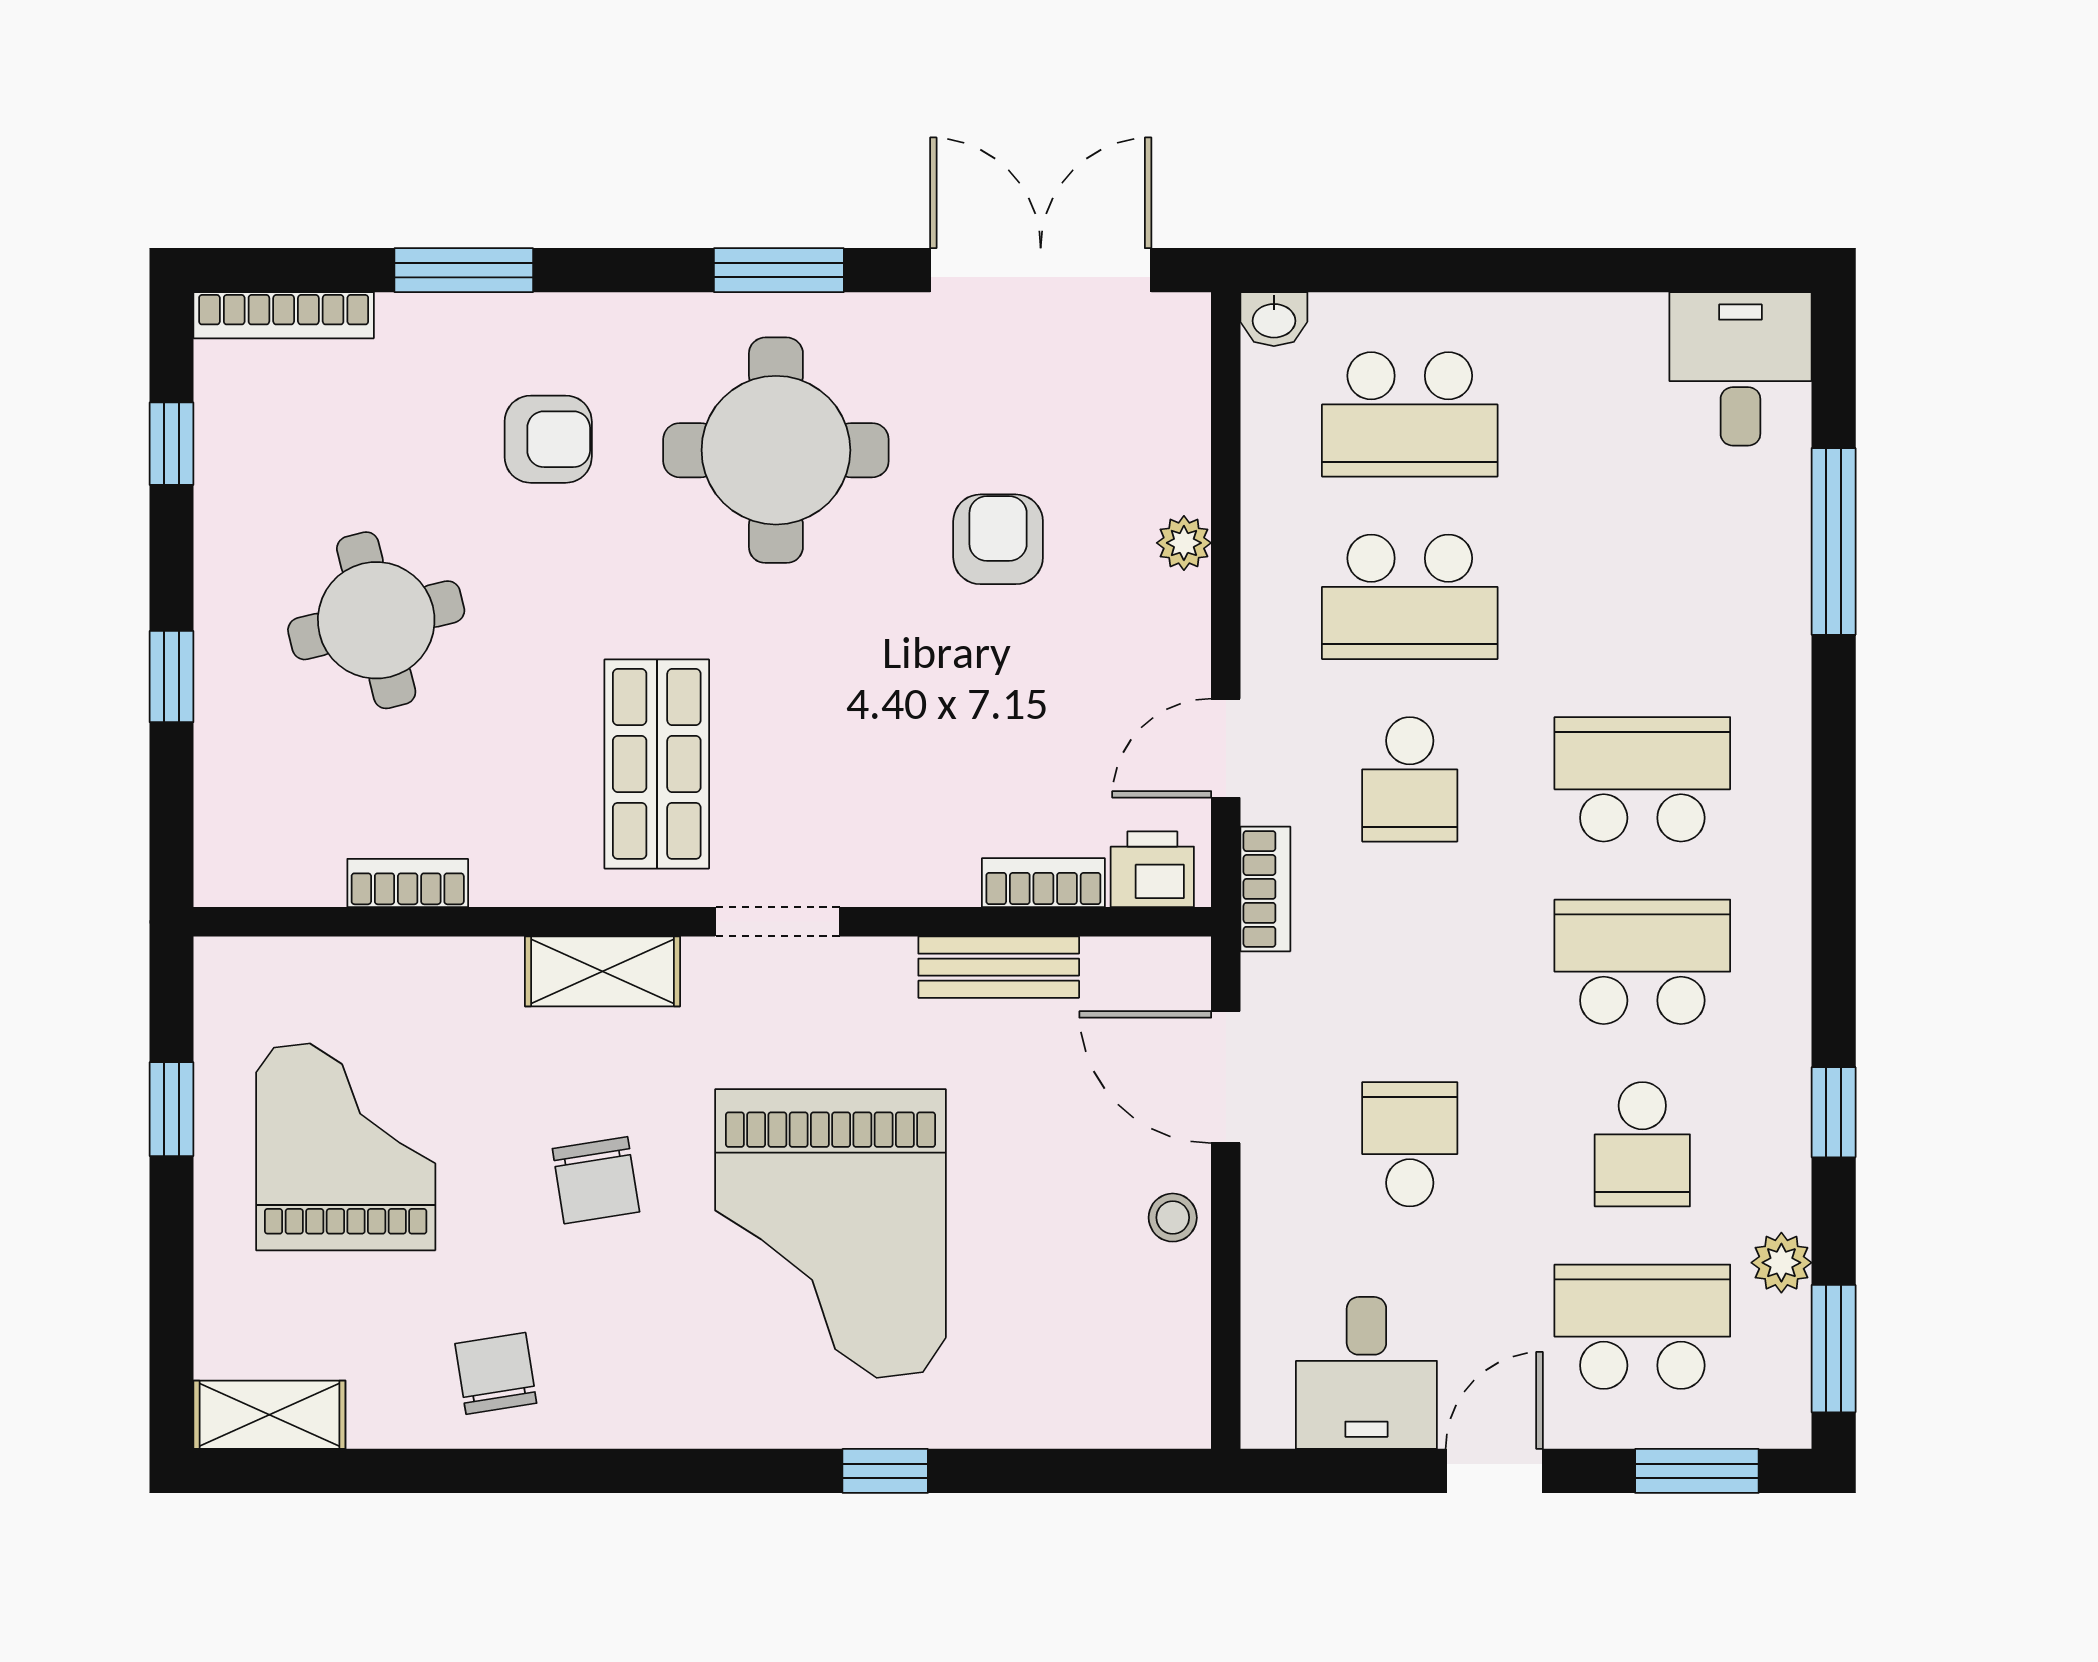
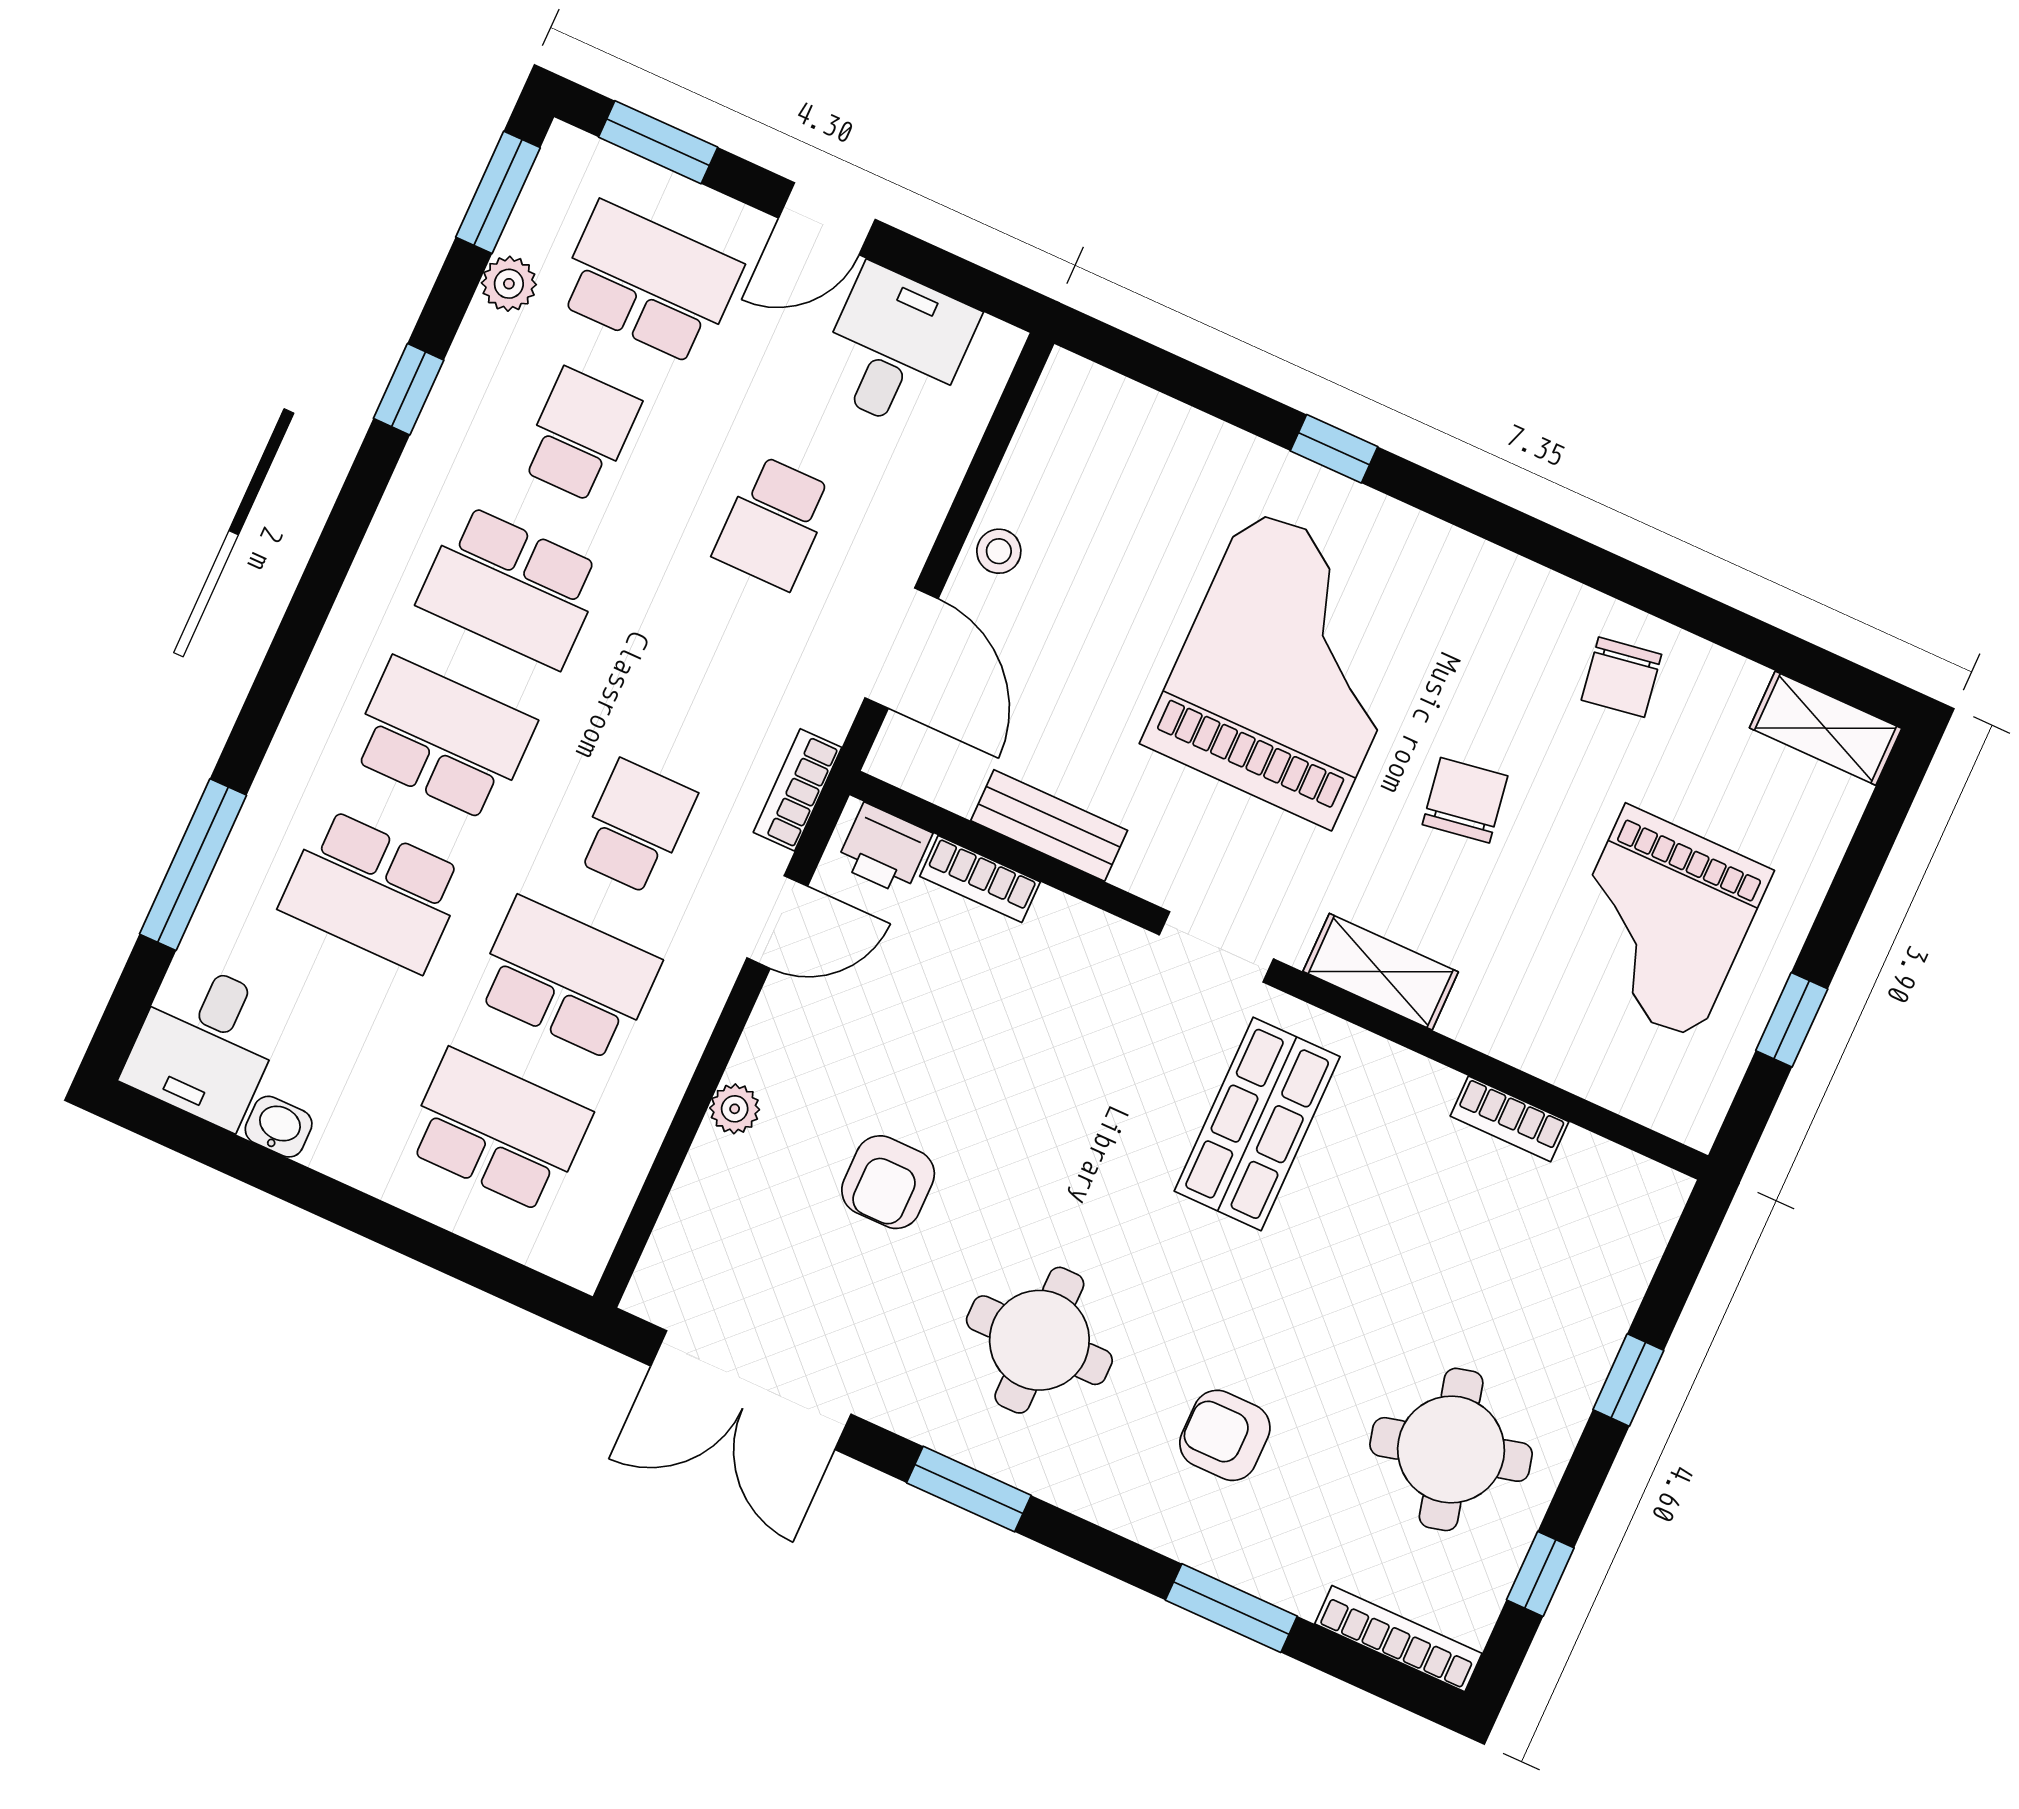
washbasin: (1274, 319) -> (279, 1127), moved
round table: (776, 450) -> (1039, 1340), width x0.73, depth x0.73
school desk: (1642, 597) -> (373, 891), added
round table: (376, 620) -> (1451, 1449), moved
school desk: (1642, 779) -> (442, 739), turned 180
school desk: (1642, 1327) -> (649, 283), turned 180

